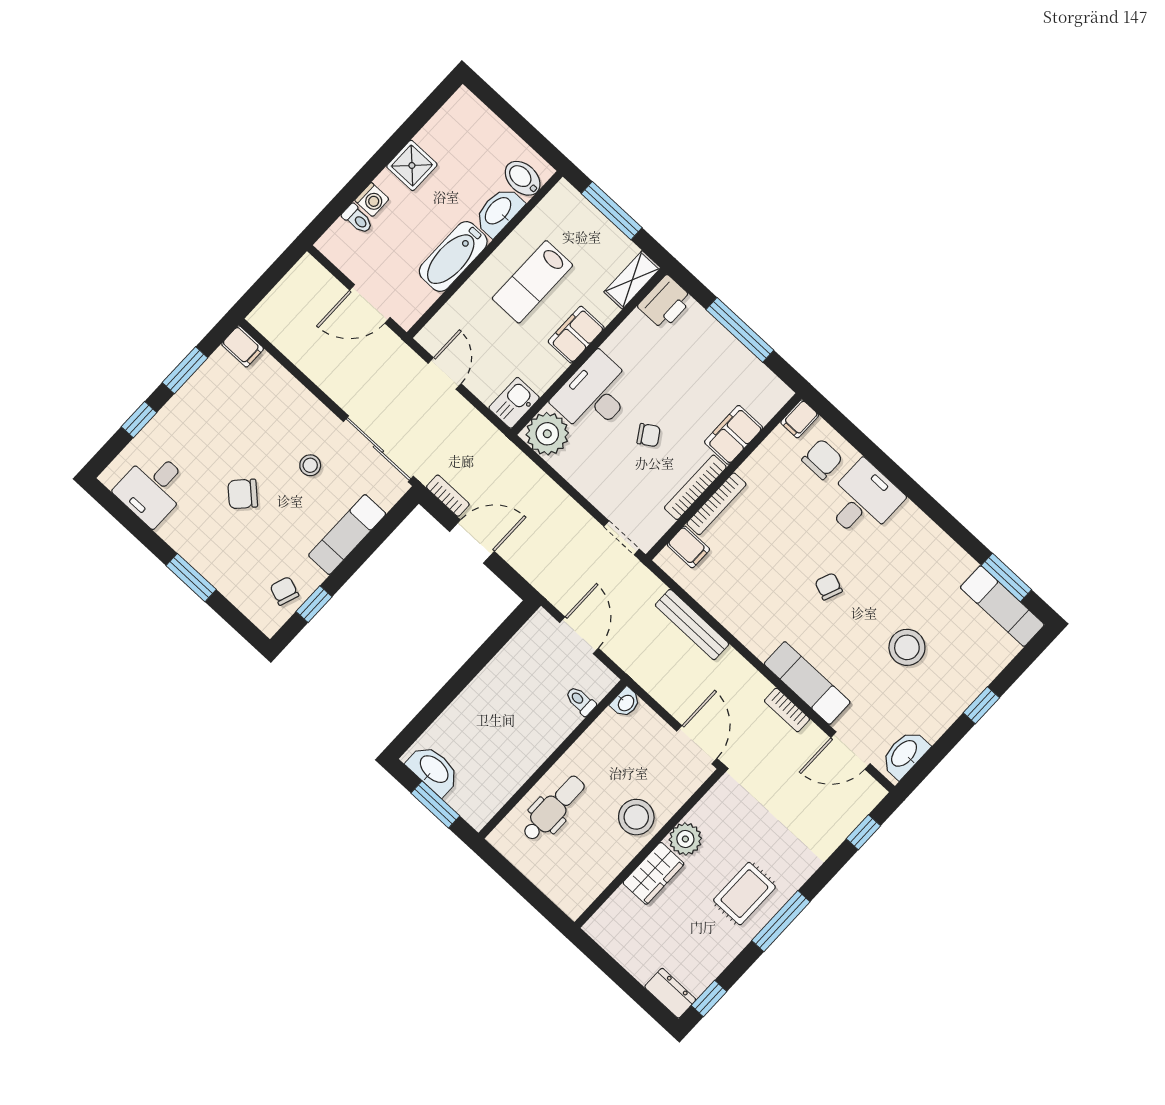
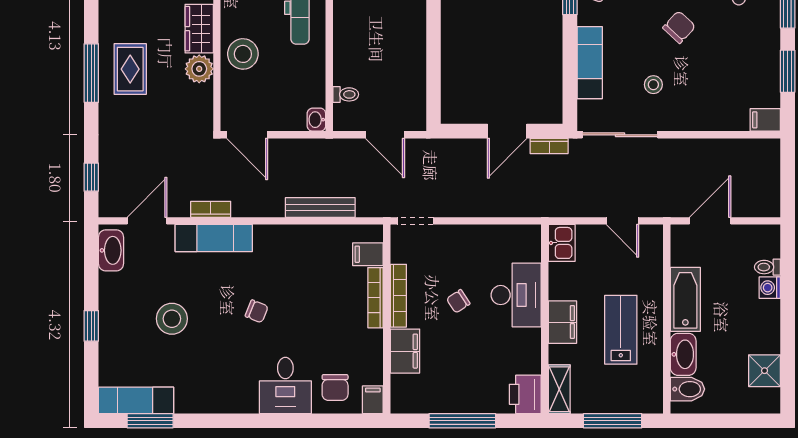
shower: (412, 165) -> (765, 371), moved
plant: (547, 434) -> (523, 243), removed

